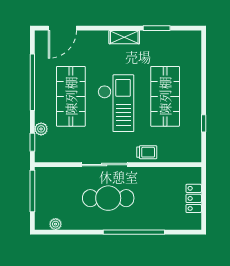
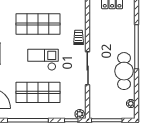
checkout: (116, 103) -> (43, 60), width x0.73, depth x0.83
plant: (41, 129) -> (80, 114), moved
cafe table: (108, 198) -> (124, 71), moved

